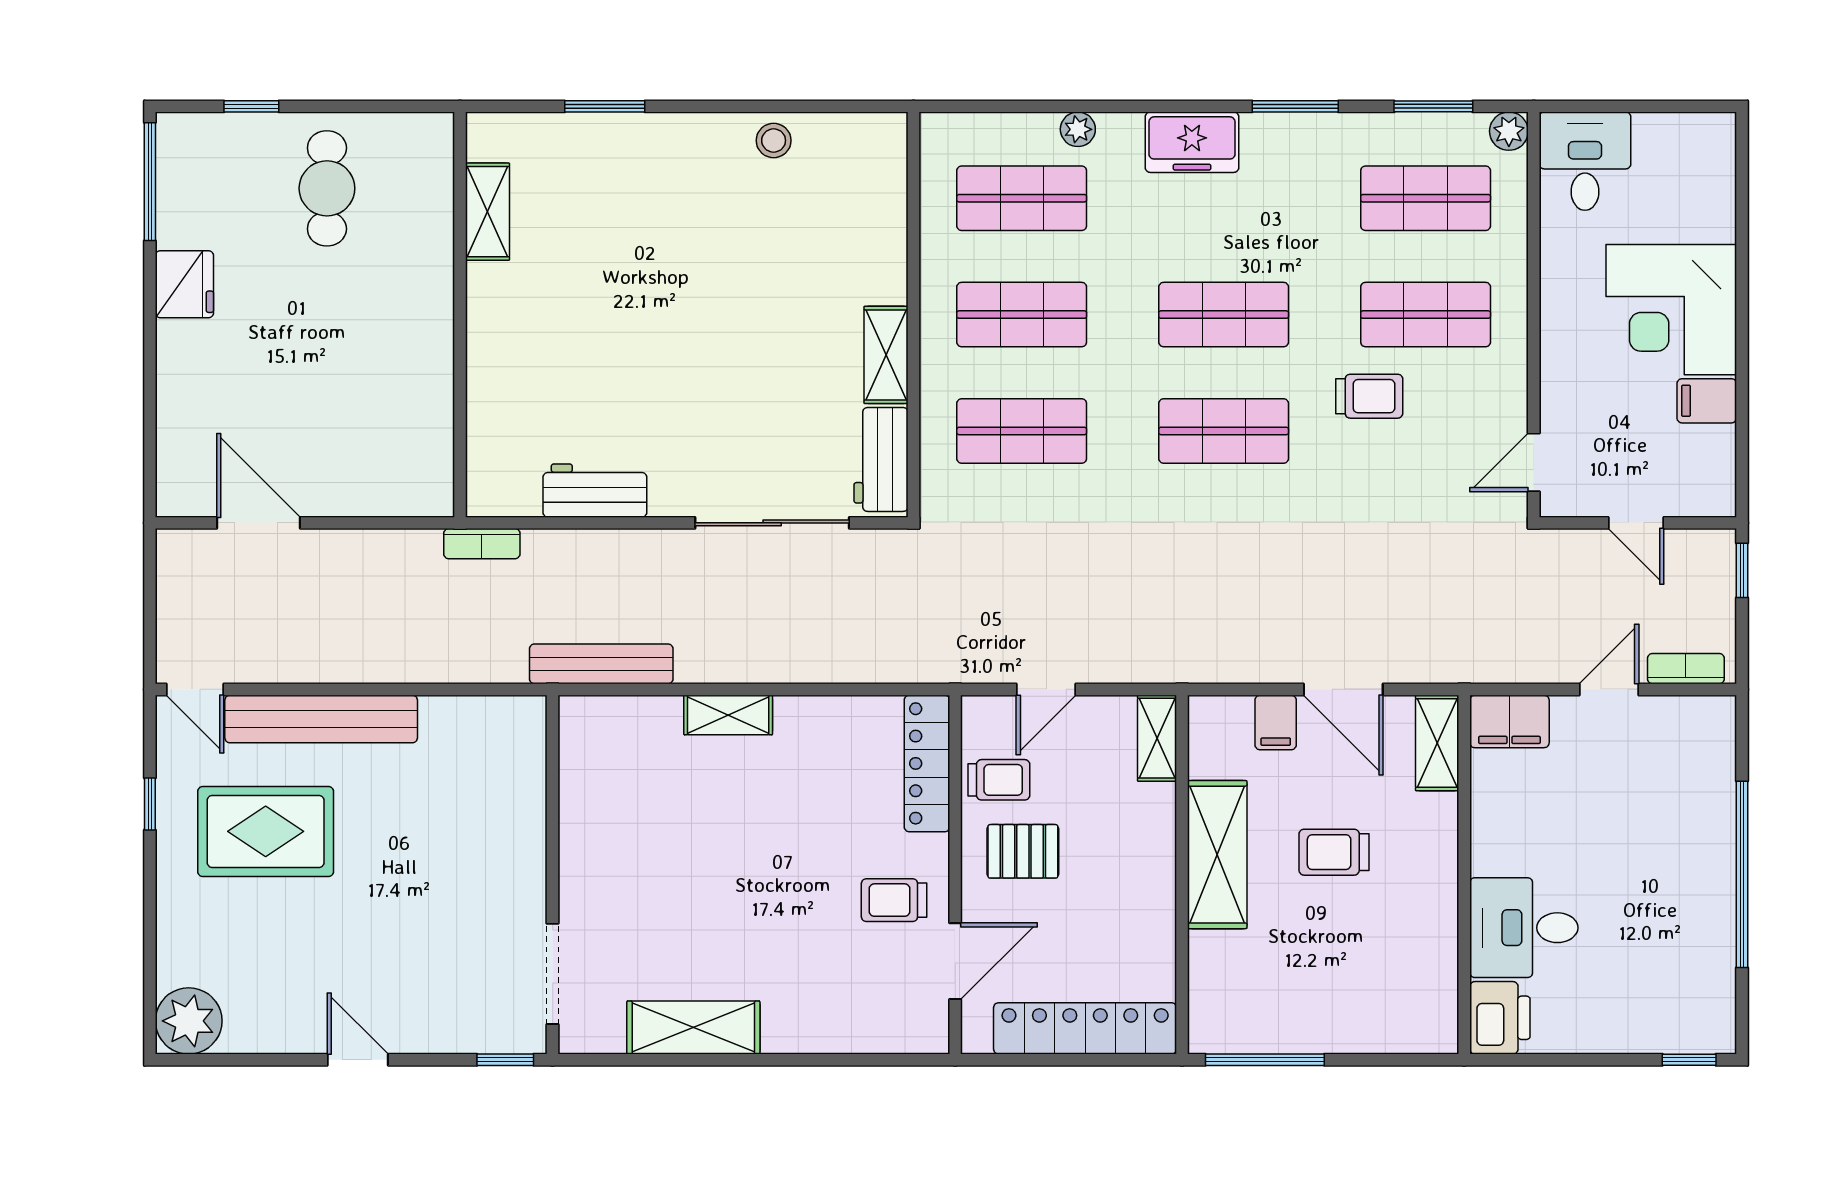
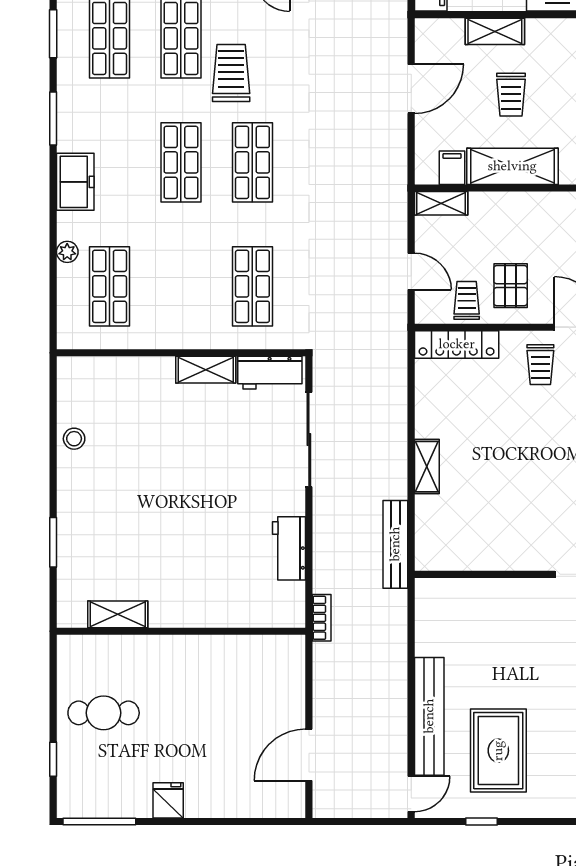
fridge: (184, 284) -> (168, 800), width x0.72
shop shelf: (1022, 315) -> (181, 286), removed
trolley: (1369, 396) -> (231, 73), width x1.36, depth x1.39
filing cabinet: (1276, 722) -> (452, 168), moved, turned -90
shelving: (1437, 743) -> (495, 31), moved

